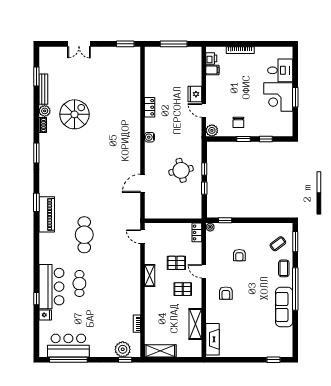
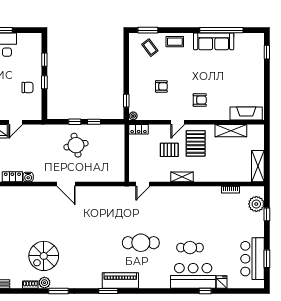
plant: (45, 111) -> (44, 283), moved
spiral stairs: (74, 114) -> (44, 256), moved, turned -90
plant: (212, 130) -> (36, 114), removed
water cooler: (150, 137) -> (28, 177), moved
door: (143, 183) -> (66, 184), moved
pallet: (176, 263) -> (169, 150), turned 90
pallet: (183, 289) -> (196, 143), width x1.50, depth x1.42
window: (295, 289) -> (221, 30), moved
window: (68, 360) -> (267, 259), width x0.47
window: (125, 360) -> (267, 214), moved

